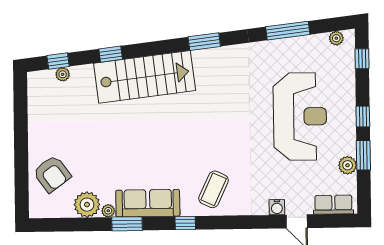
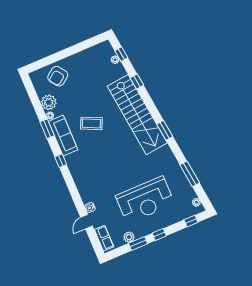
stairs: (145, 77) -> (137, 115), width x1.36
coffee table: (214, 189) -> (91, 123), moved

